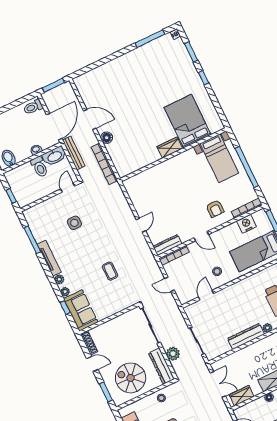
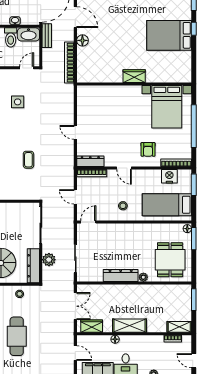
bed: (188, 121) -> (169, 35), moved, turned -90
bench: (74, 153) -> (47, 36), width x0.73
bed with nightstands: (219, 158) -> (167, 107), width x1.36
door: (141, 225) -> (75, 132), swing flipped
door: (206, 295) -> (88, 222), moved

